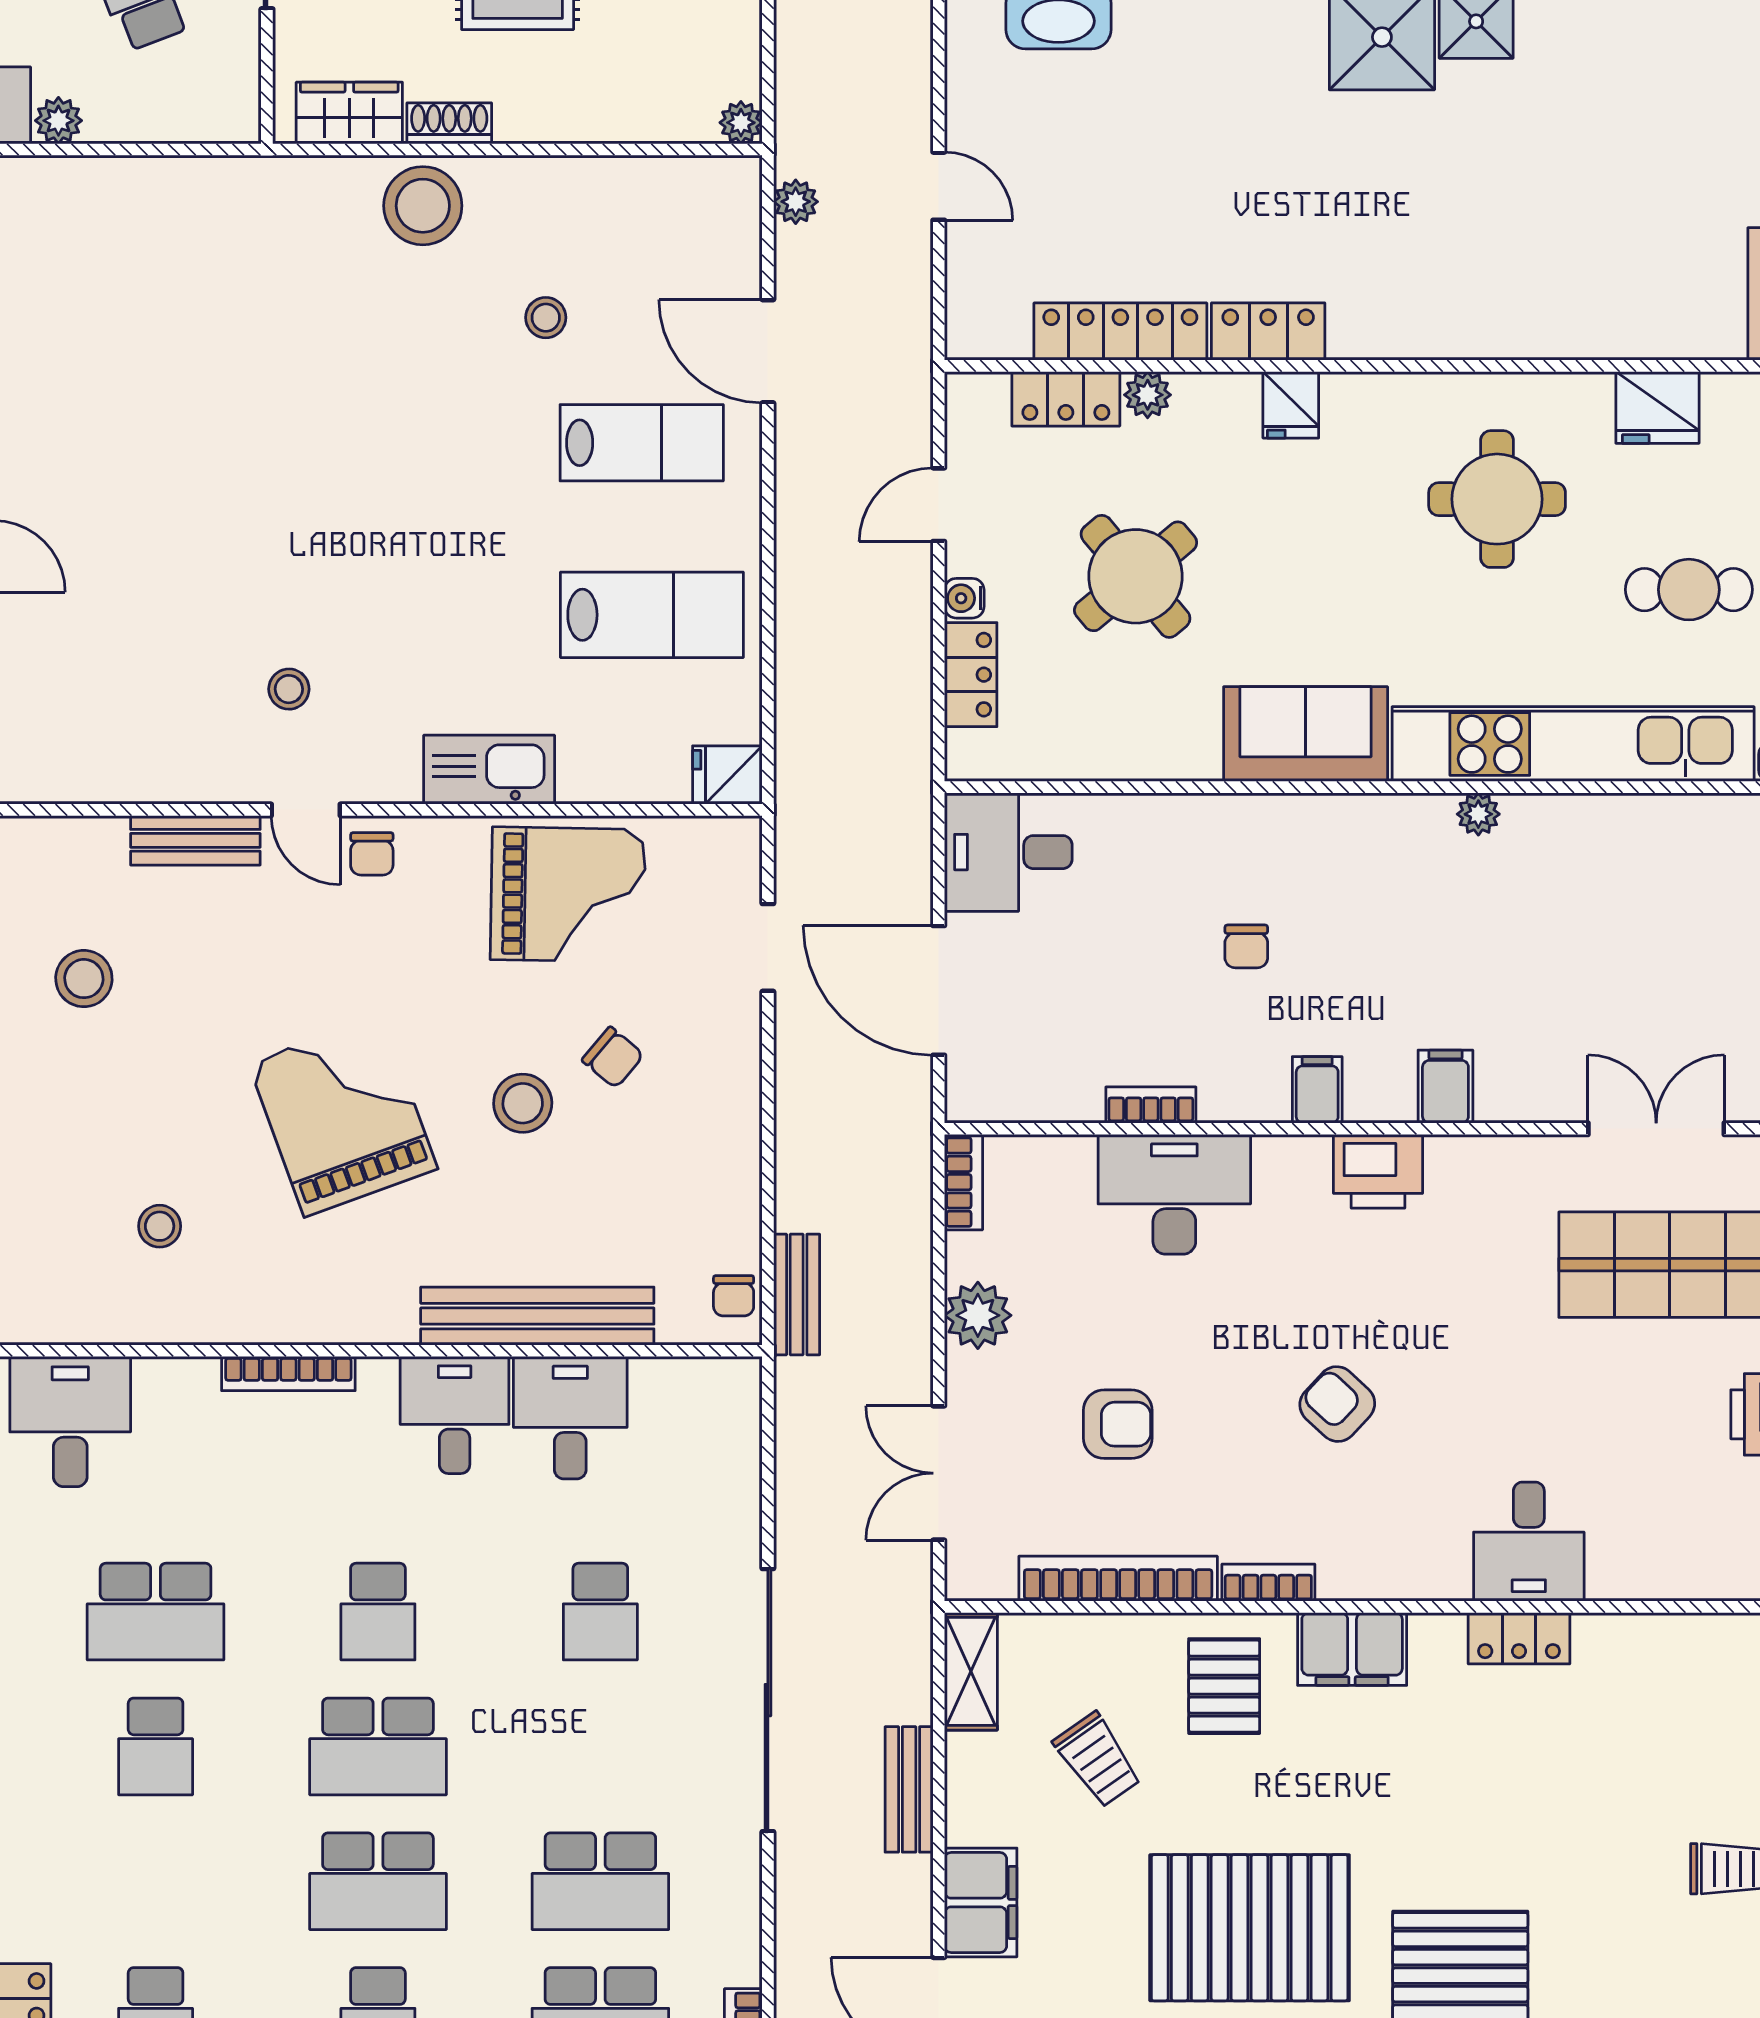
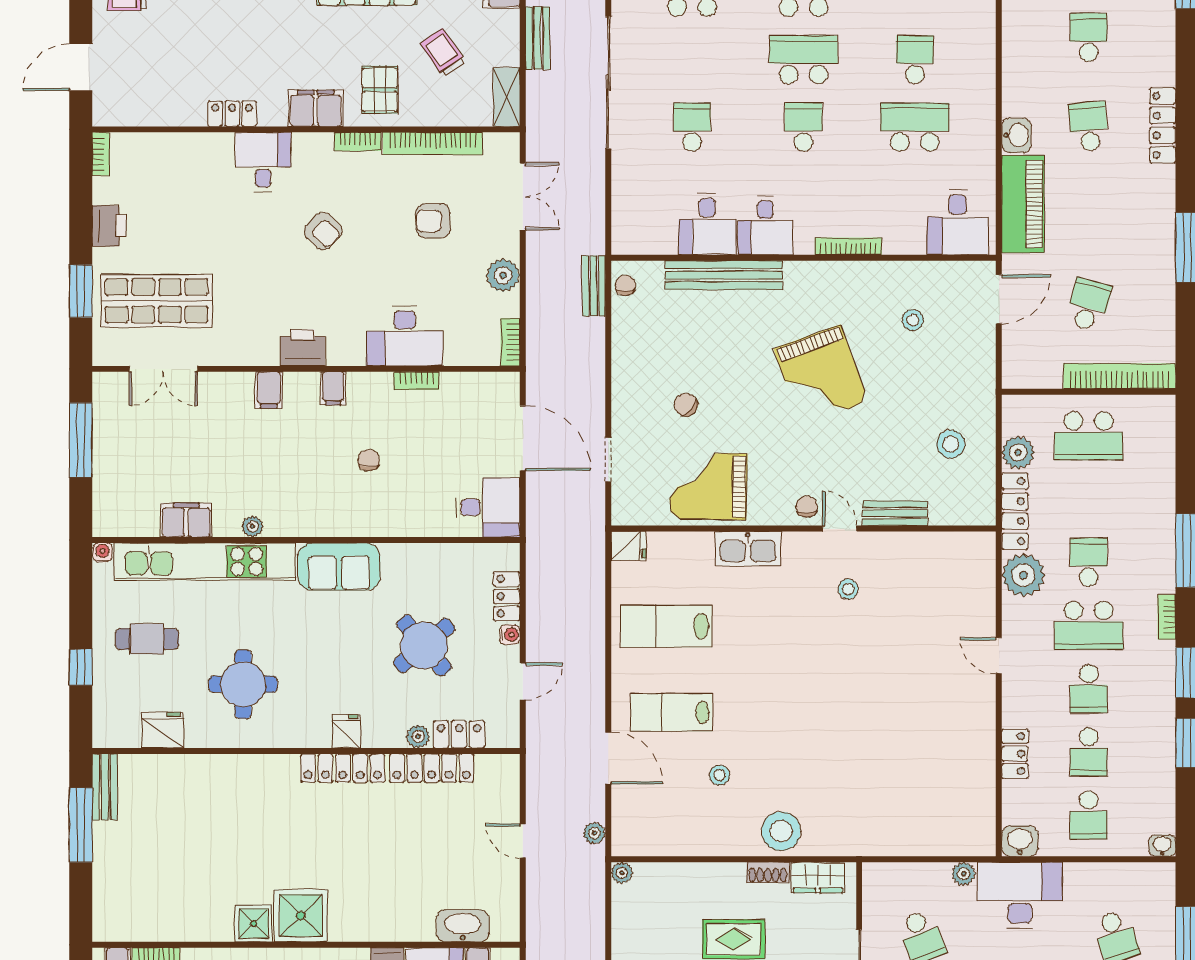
locker: (1268, 332) -> (343, 768), width x1.53
filing cabinet: (1610, 827) -> (186, 520), added
stool: (523, 1103) -> (731, 382), removed
desk: (1529, 1542) -> (263, 162), moved

